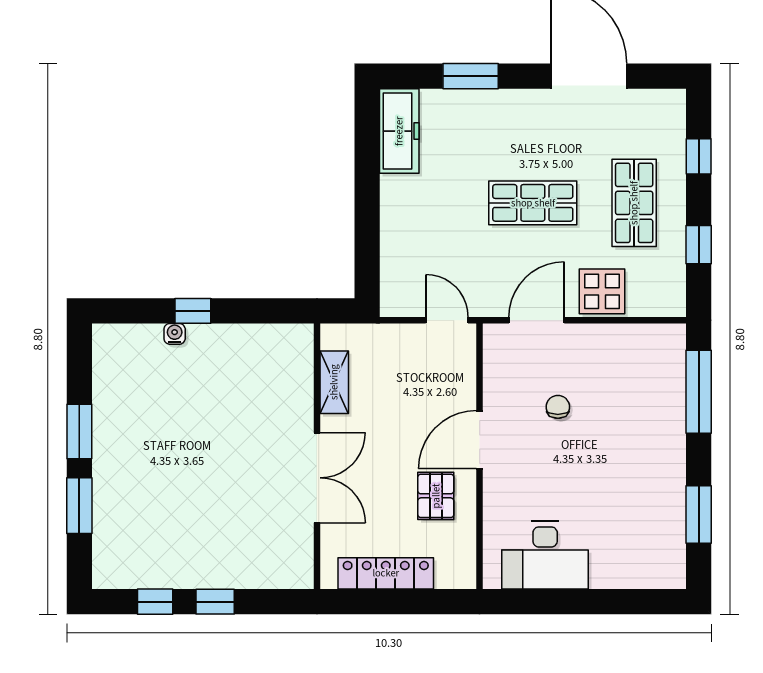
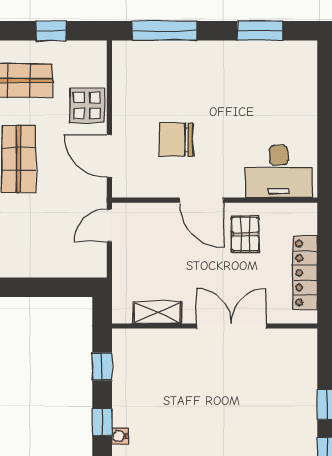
window: (265, 311) -> (102, 366), added
chair: (558, 407) -> (176, 140), width x1.87, depth x1.87
pallet: (436, 496) -> (245, 234), turned 90
desk: (545, 555) -> (279, 172), moved, turned 90

